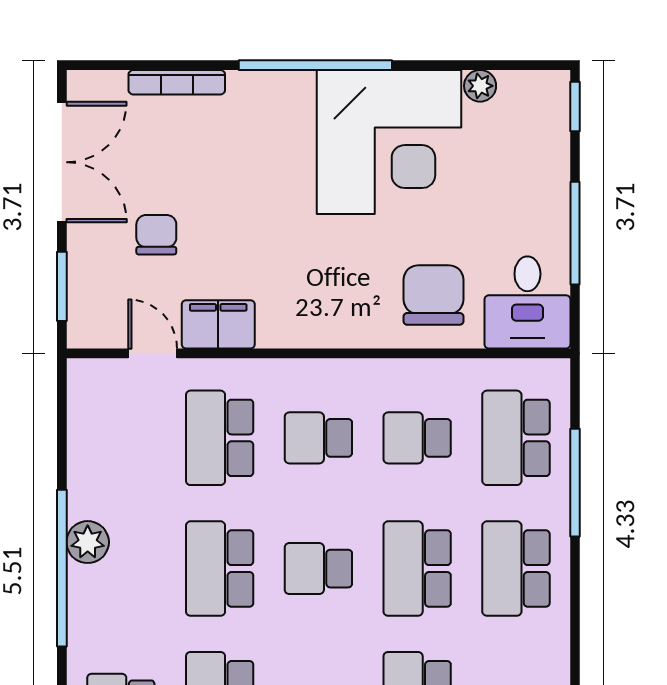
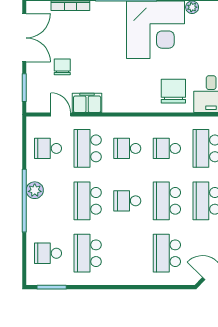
school desk: (121, 438) -> (48, 148), added

